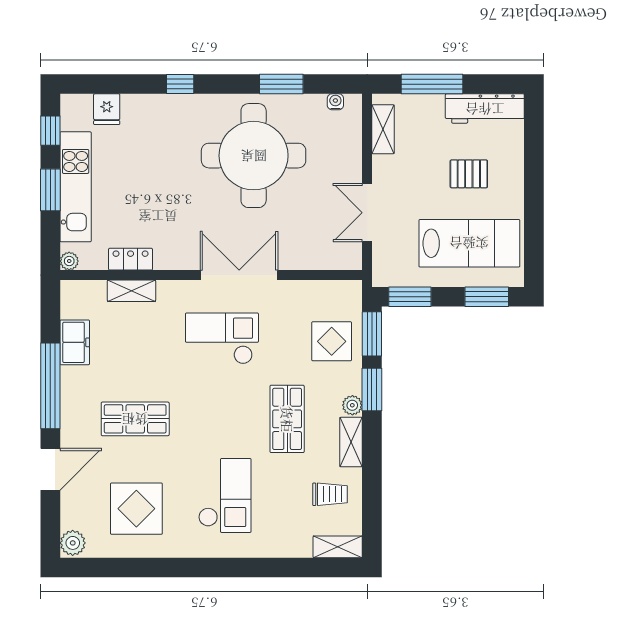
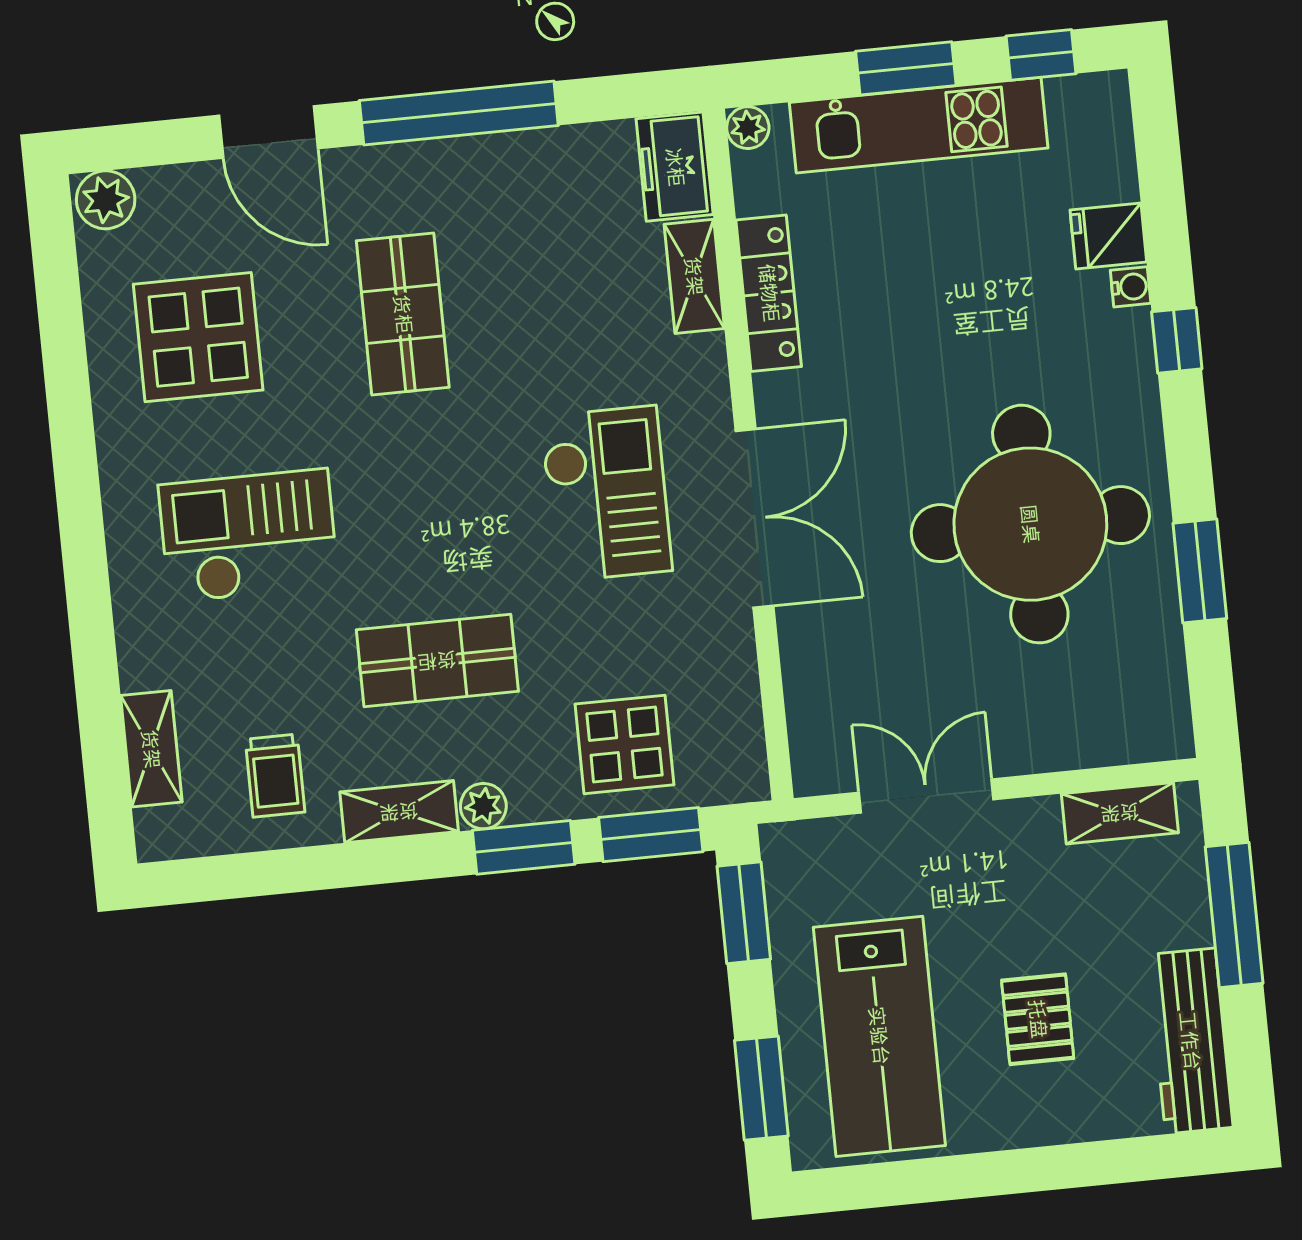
water cooler: (335, 102) -> (1131, 287), moved
fridge: (107, 109) -> (1108, 236), moved
locker: (131, 259) -> (769, 293), width x1.53
freezer: (75, 342) -> (675, 167), moved, turned 90
checkout: (225, 495) -> (248, 536), turned 180
shelving: (338, 547) -> (151, 749), moved

